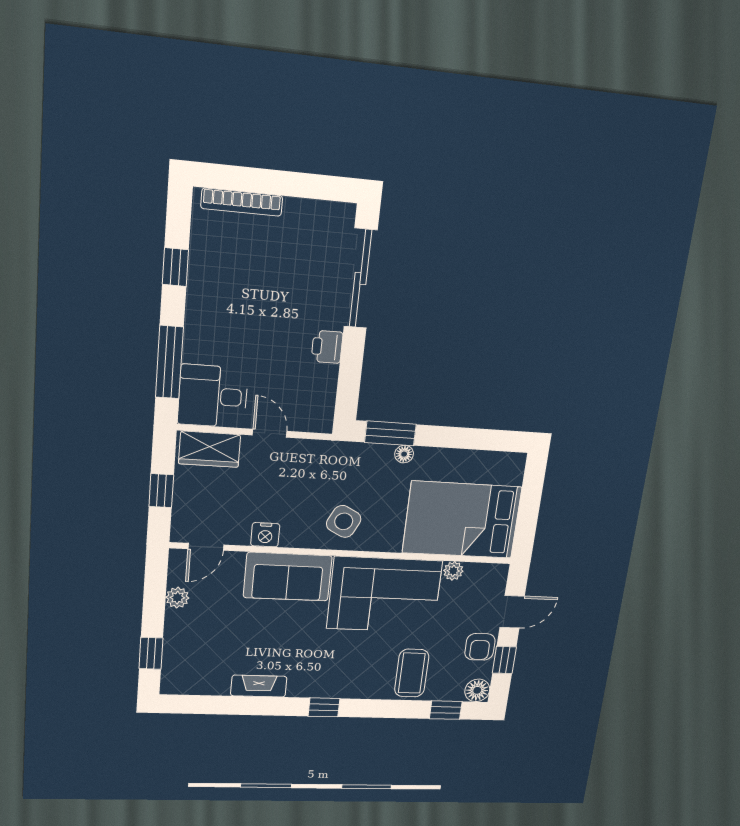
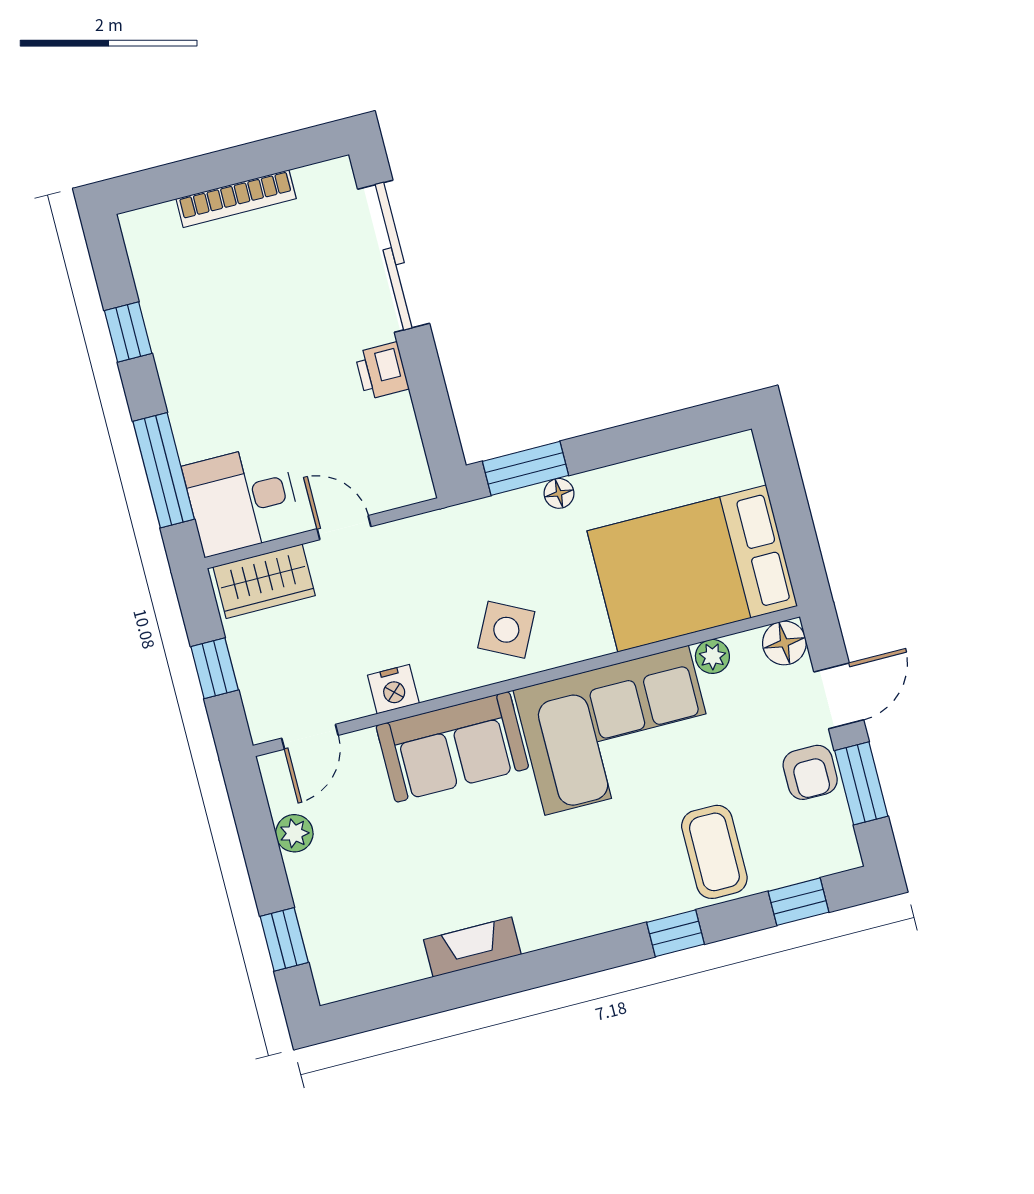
bookcase: (242, 202) -> (236, 199), moved
window: (504, 660) -> (861, 783), width x1.50
floor lamp: (477, 690) -> (784, 643), moved
window: (324, 707) -> (675, 933), moved

